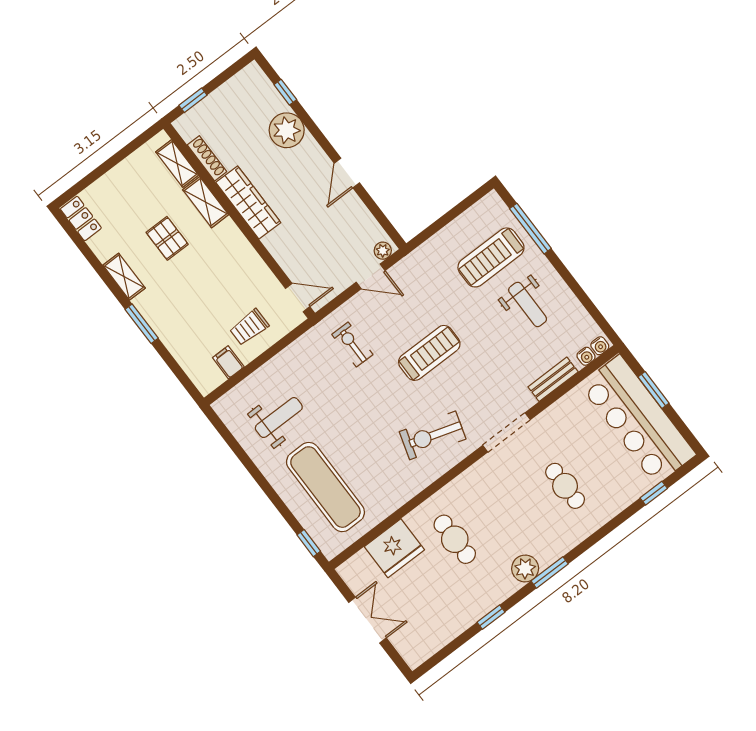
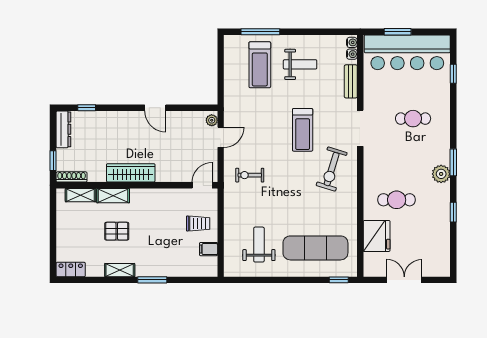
dresser: (239, 84) -> (63, 129), added
plant: (287, 130) -> (108, 123), removed
shoe rack: (207, 158) -> (72, 177), moved
trolley: (249, 327) -> (198, 223), turned -90
treadmill: (429, 353) -> (303, 130), moved, turned 180

